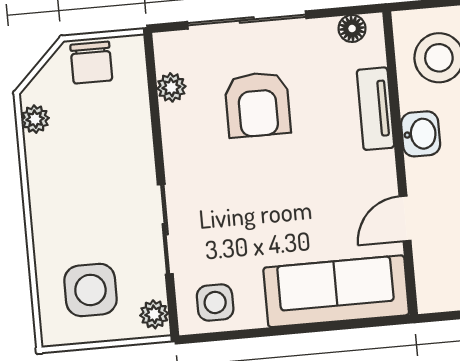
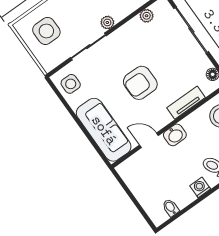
armchair: (258, 105) -> (140, 83), moved
washbasin: (421, 134) -> (175, 135), moved
plant: (154, 314) -> (107, 22), moved

